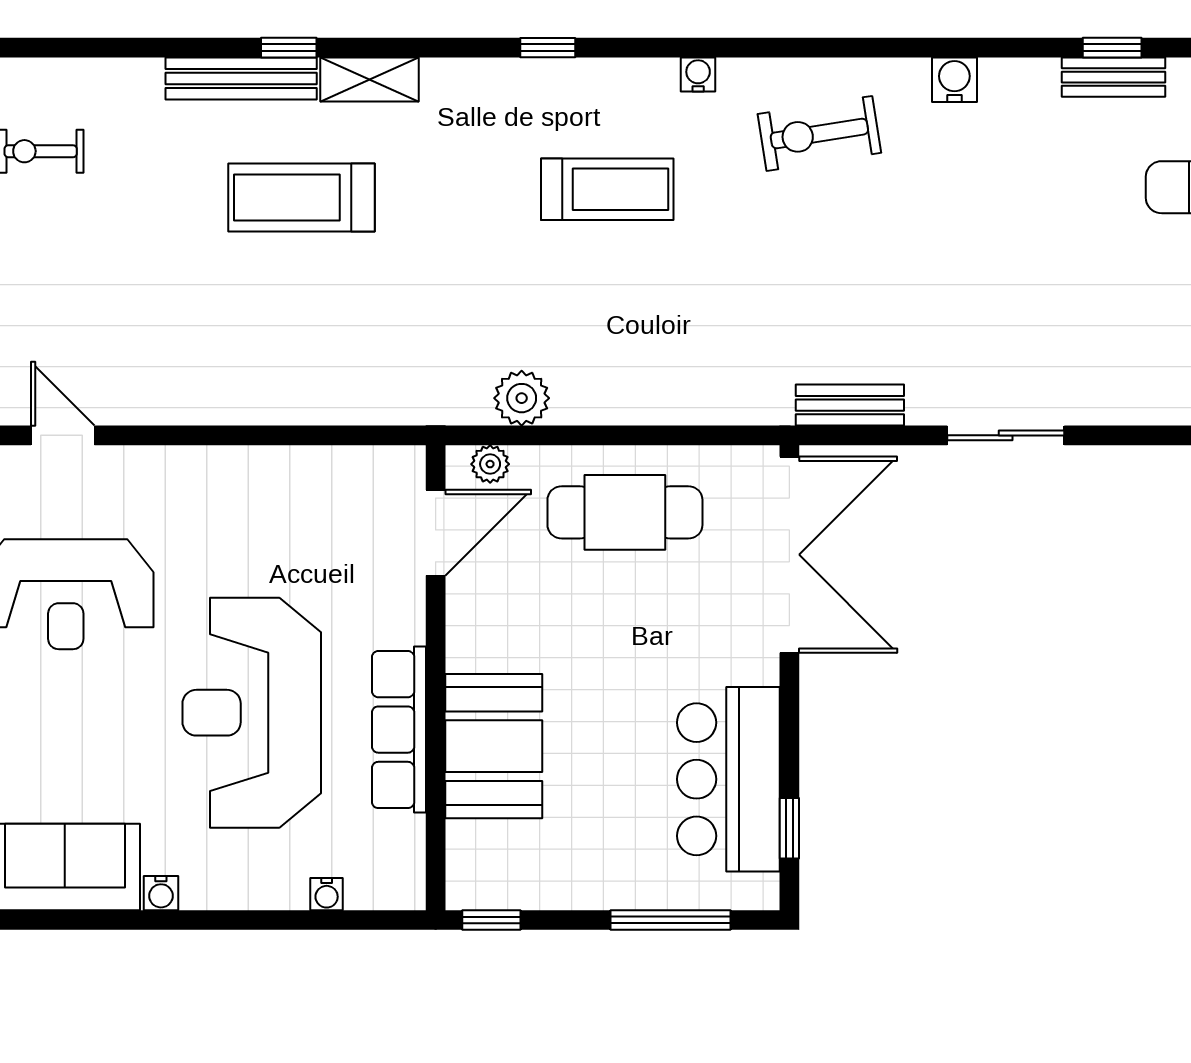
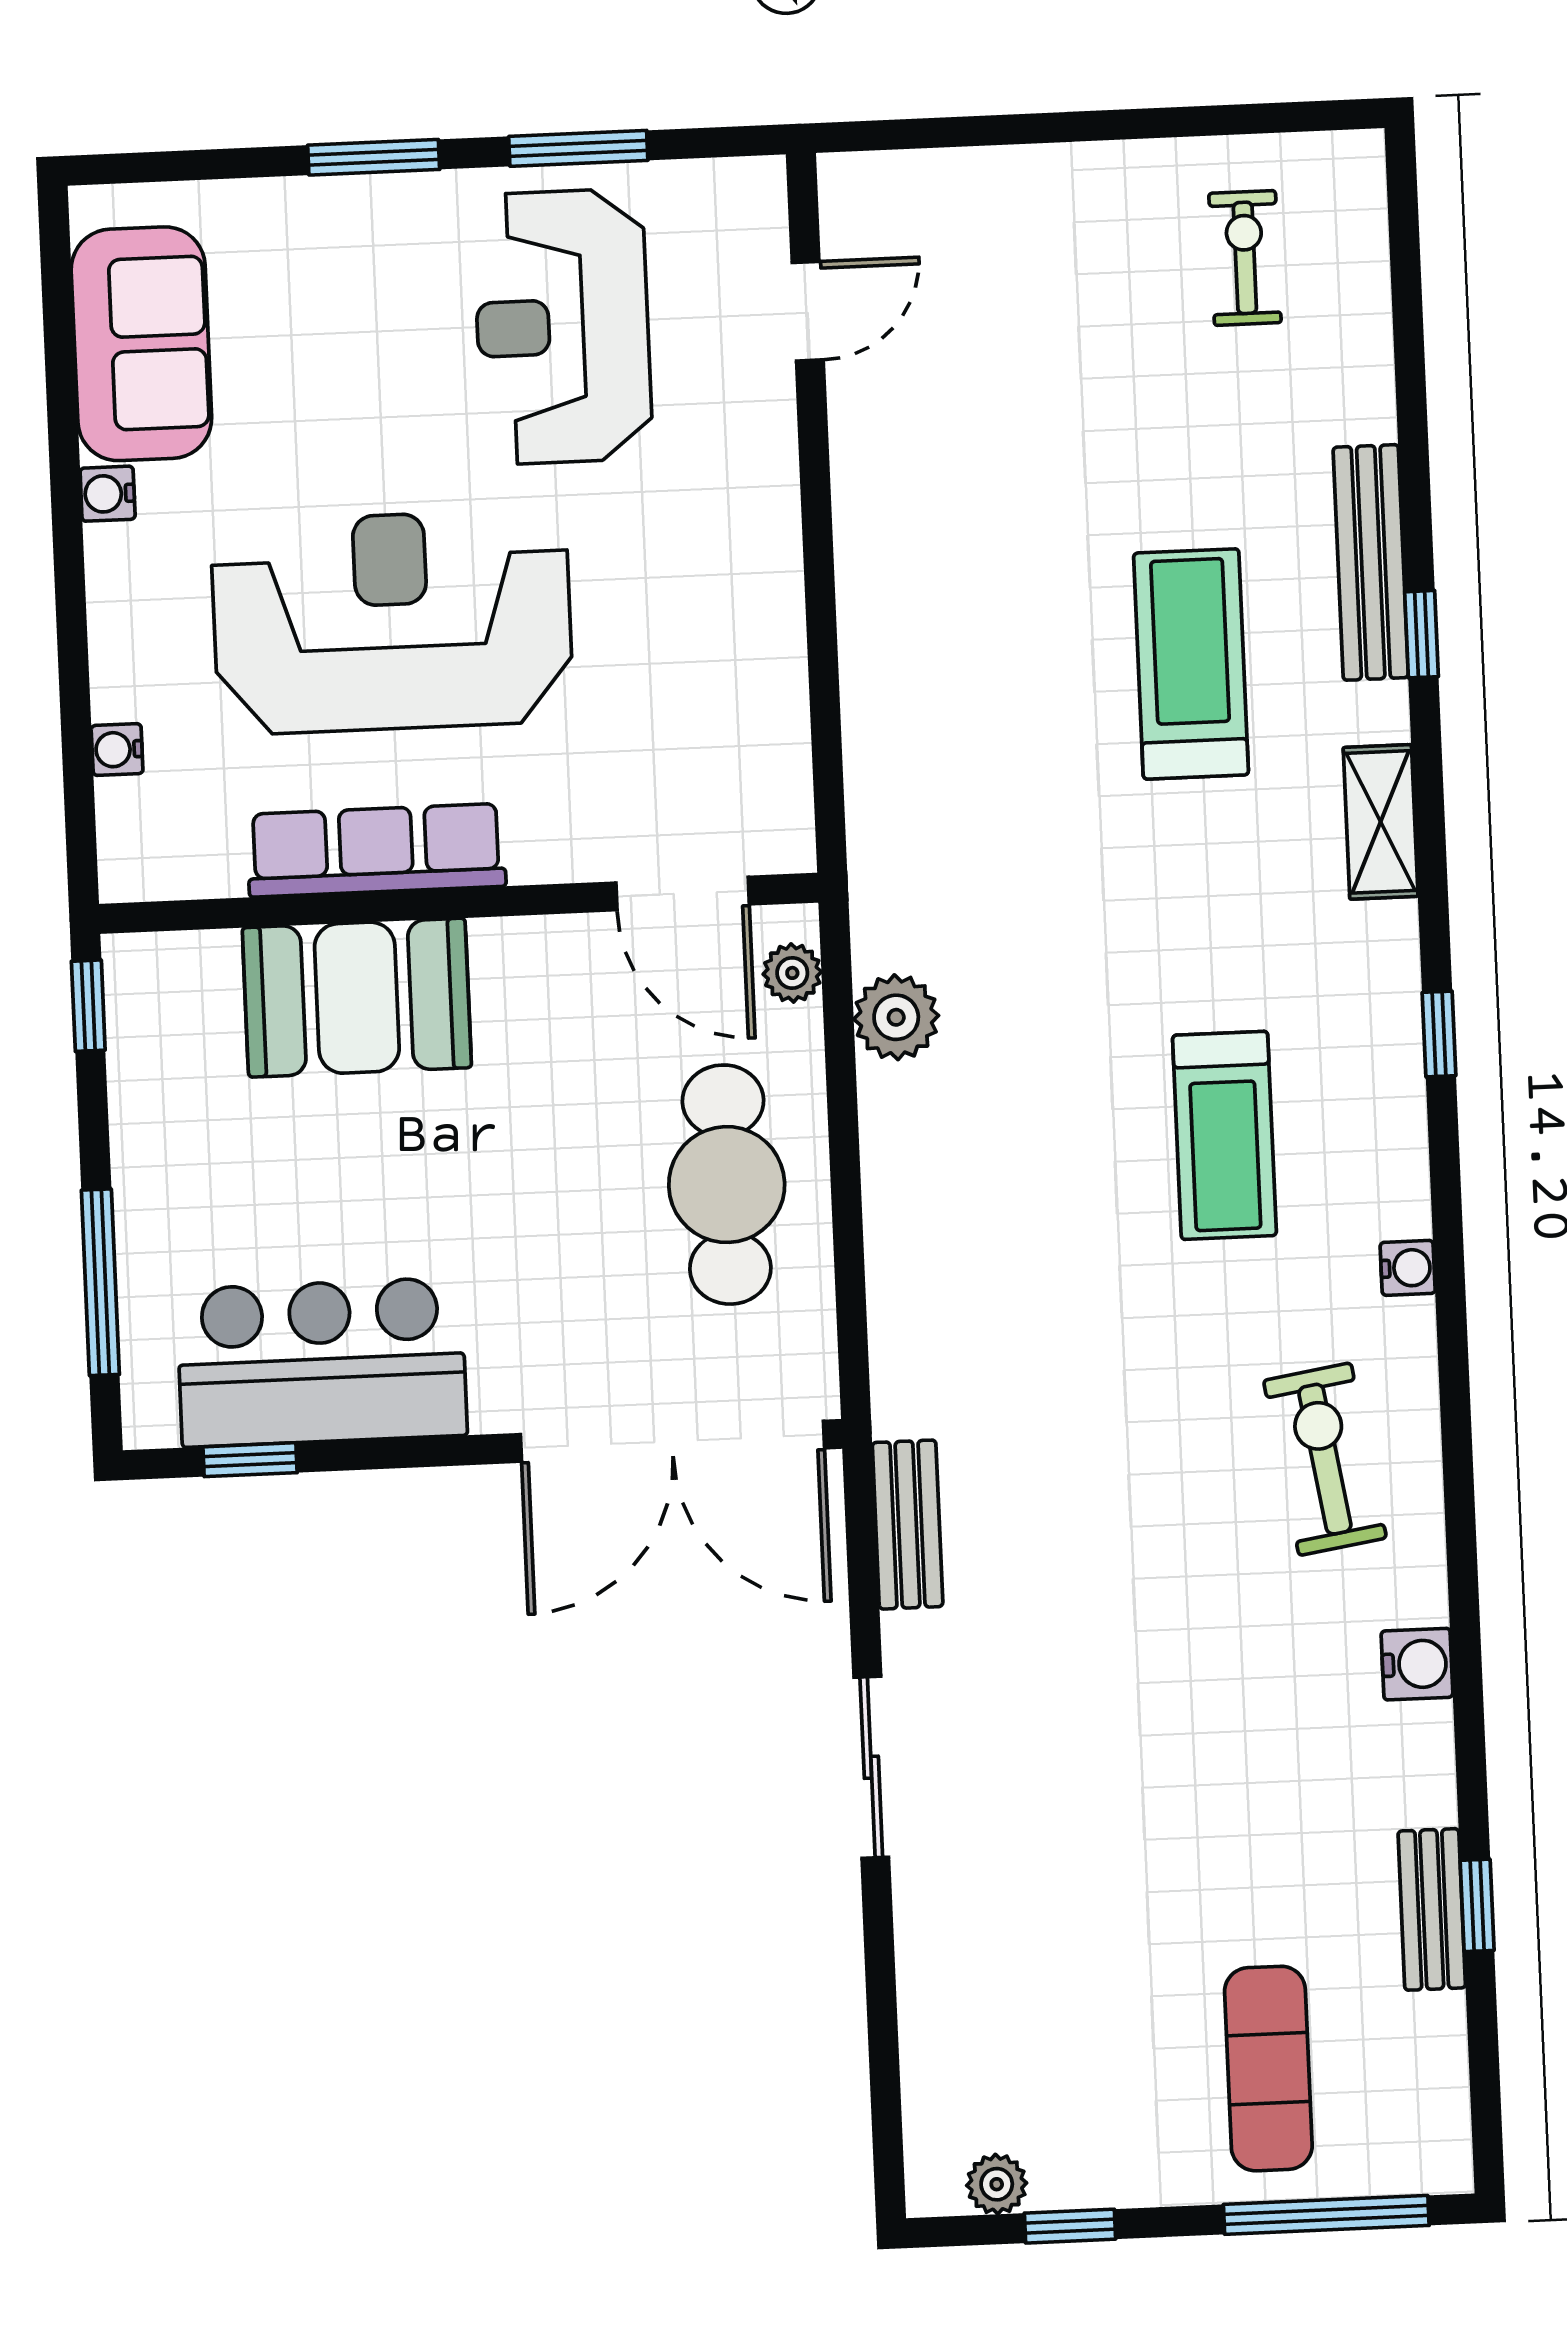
shelving: (370, 79) -> (1381, 822), moved

